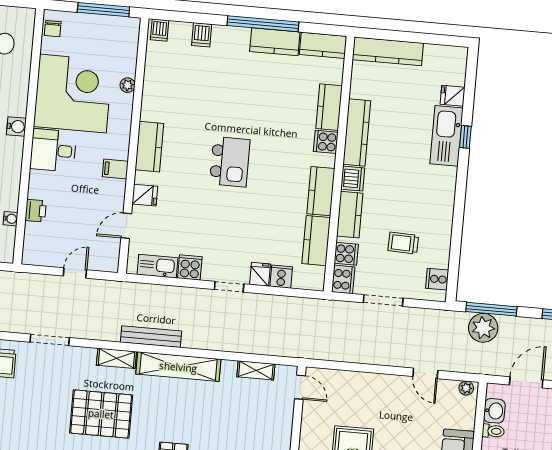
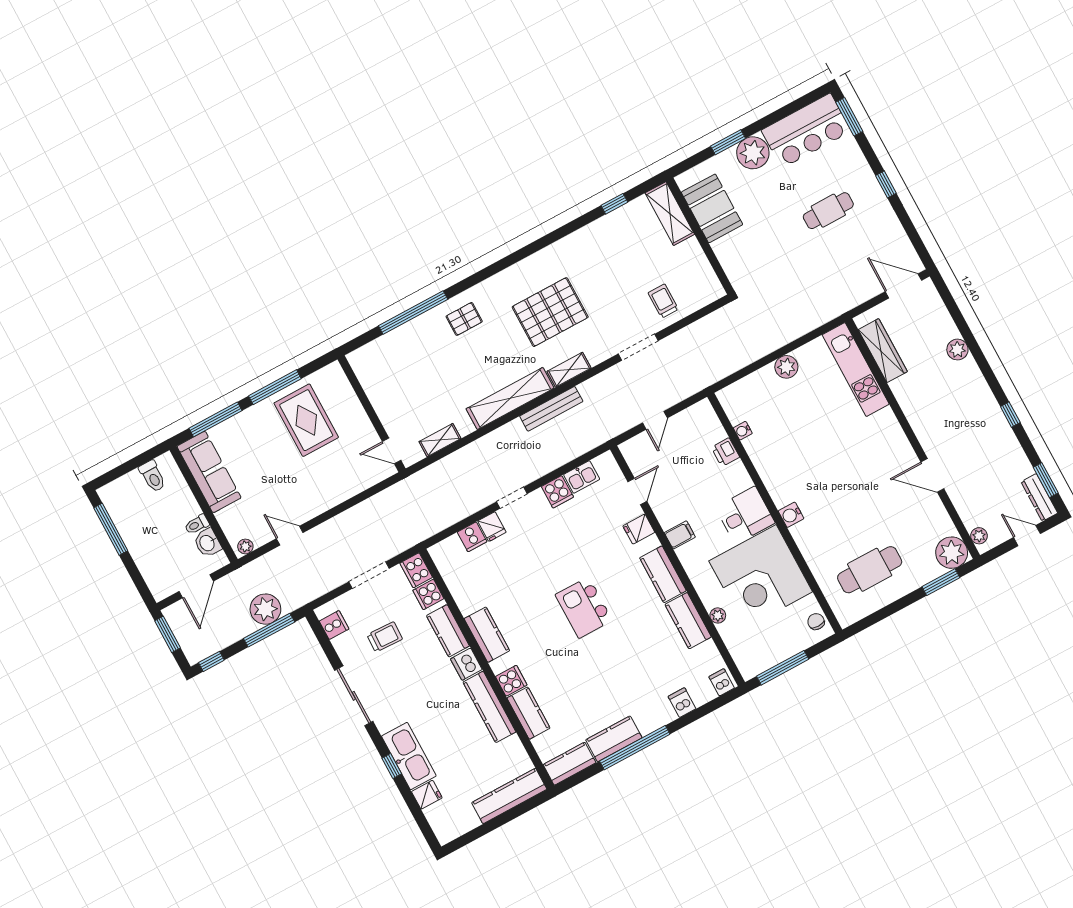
sliding door: (459, 213) -> (354, 696), added
kitchen counter: (316, 241) -> (688, 621), moved, turned 180
kitchen sink: (158, 266) -> (582, 477), width x0.73

